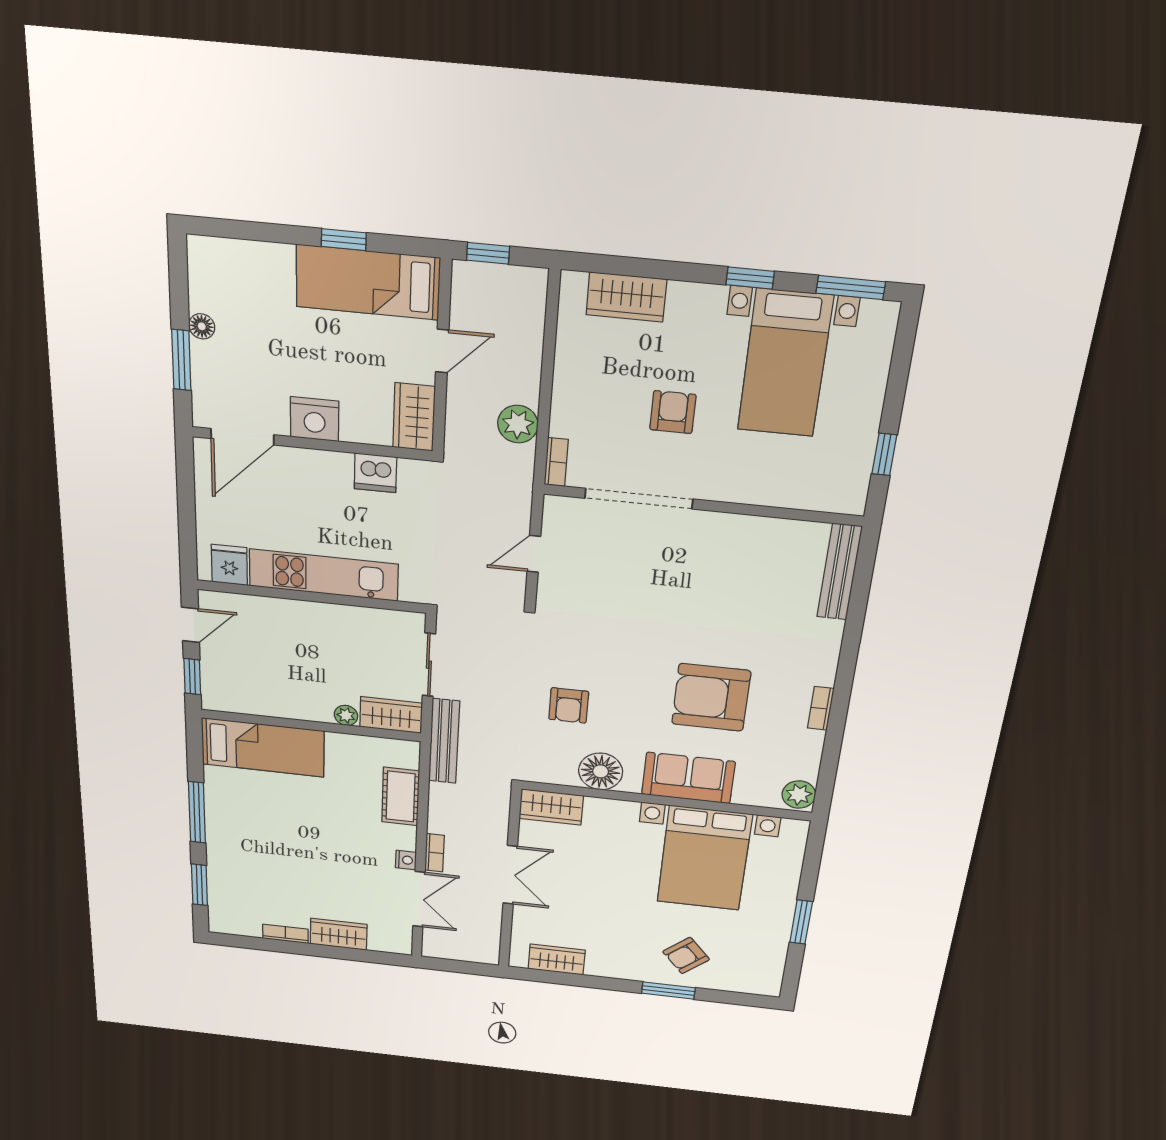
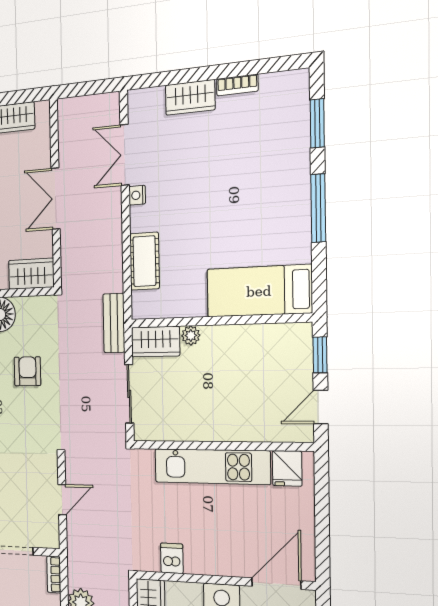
dishwasher: (375, 473) -> (172, 558), width x0.73
bench: (444, 741) -> (114, 323), width x0.73
bookcase: (434, 853) -> (115, 208), removed

